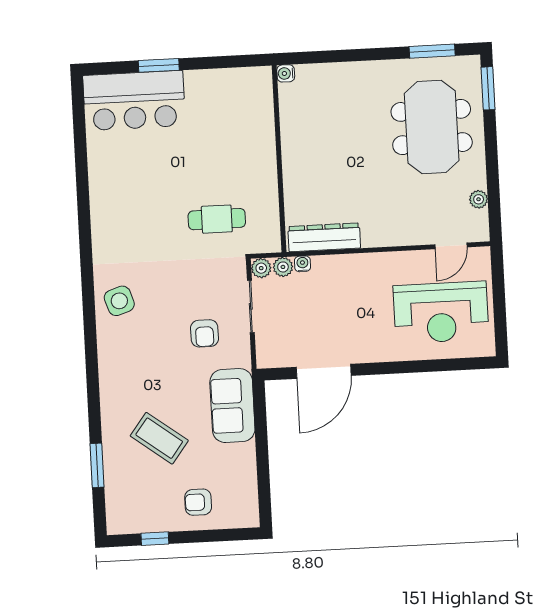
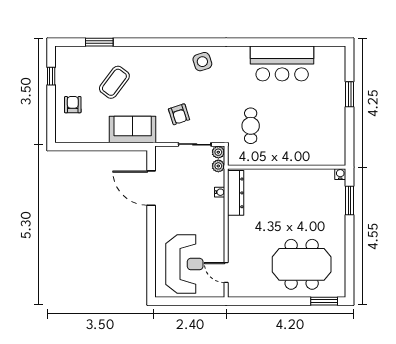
window: (432, 51) -> (349, 200), moved
bar counter: (134, 101) -> (282, 64), moved, turned -90
plant: (479, 199) -> (255, 292), removed
water cooler: (302, 264) -> (220, 192), moved
reception desk: (441, 312) -> (184, 264), turned 180
armchair: (205, 333) -> (179, 114), turned -108

